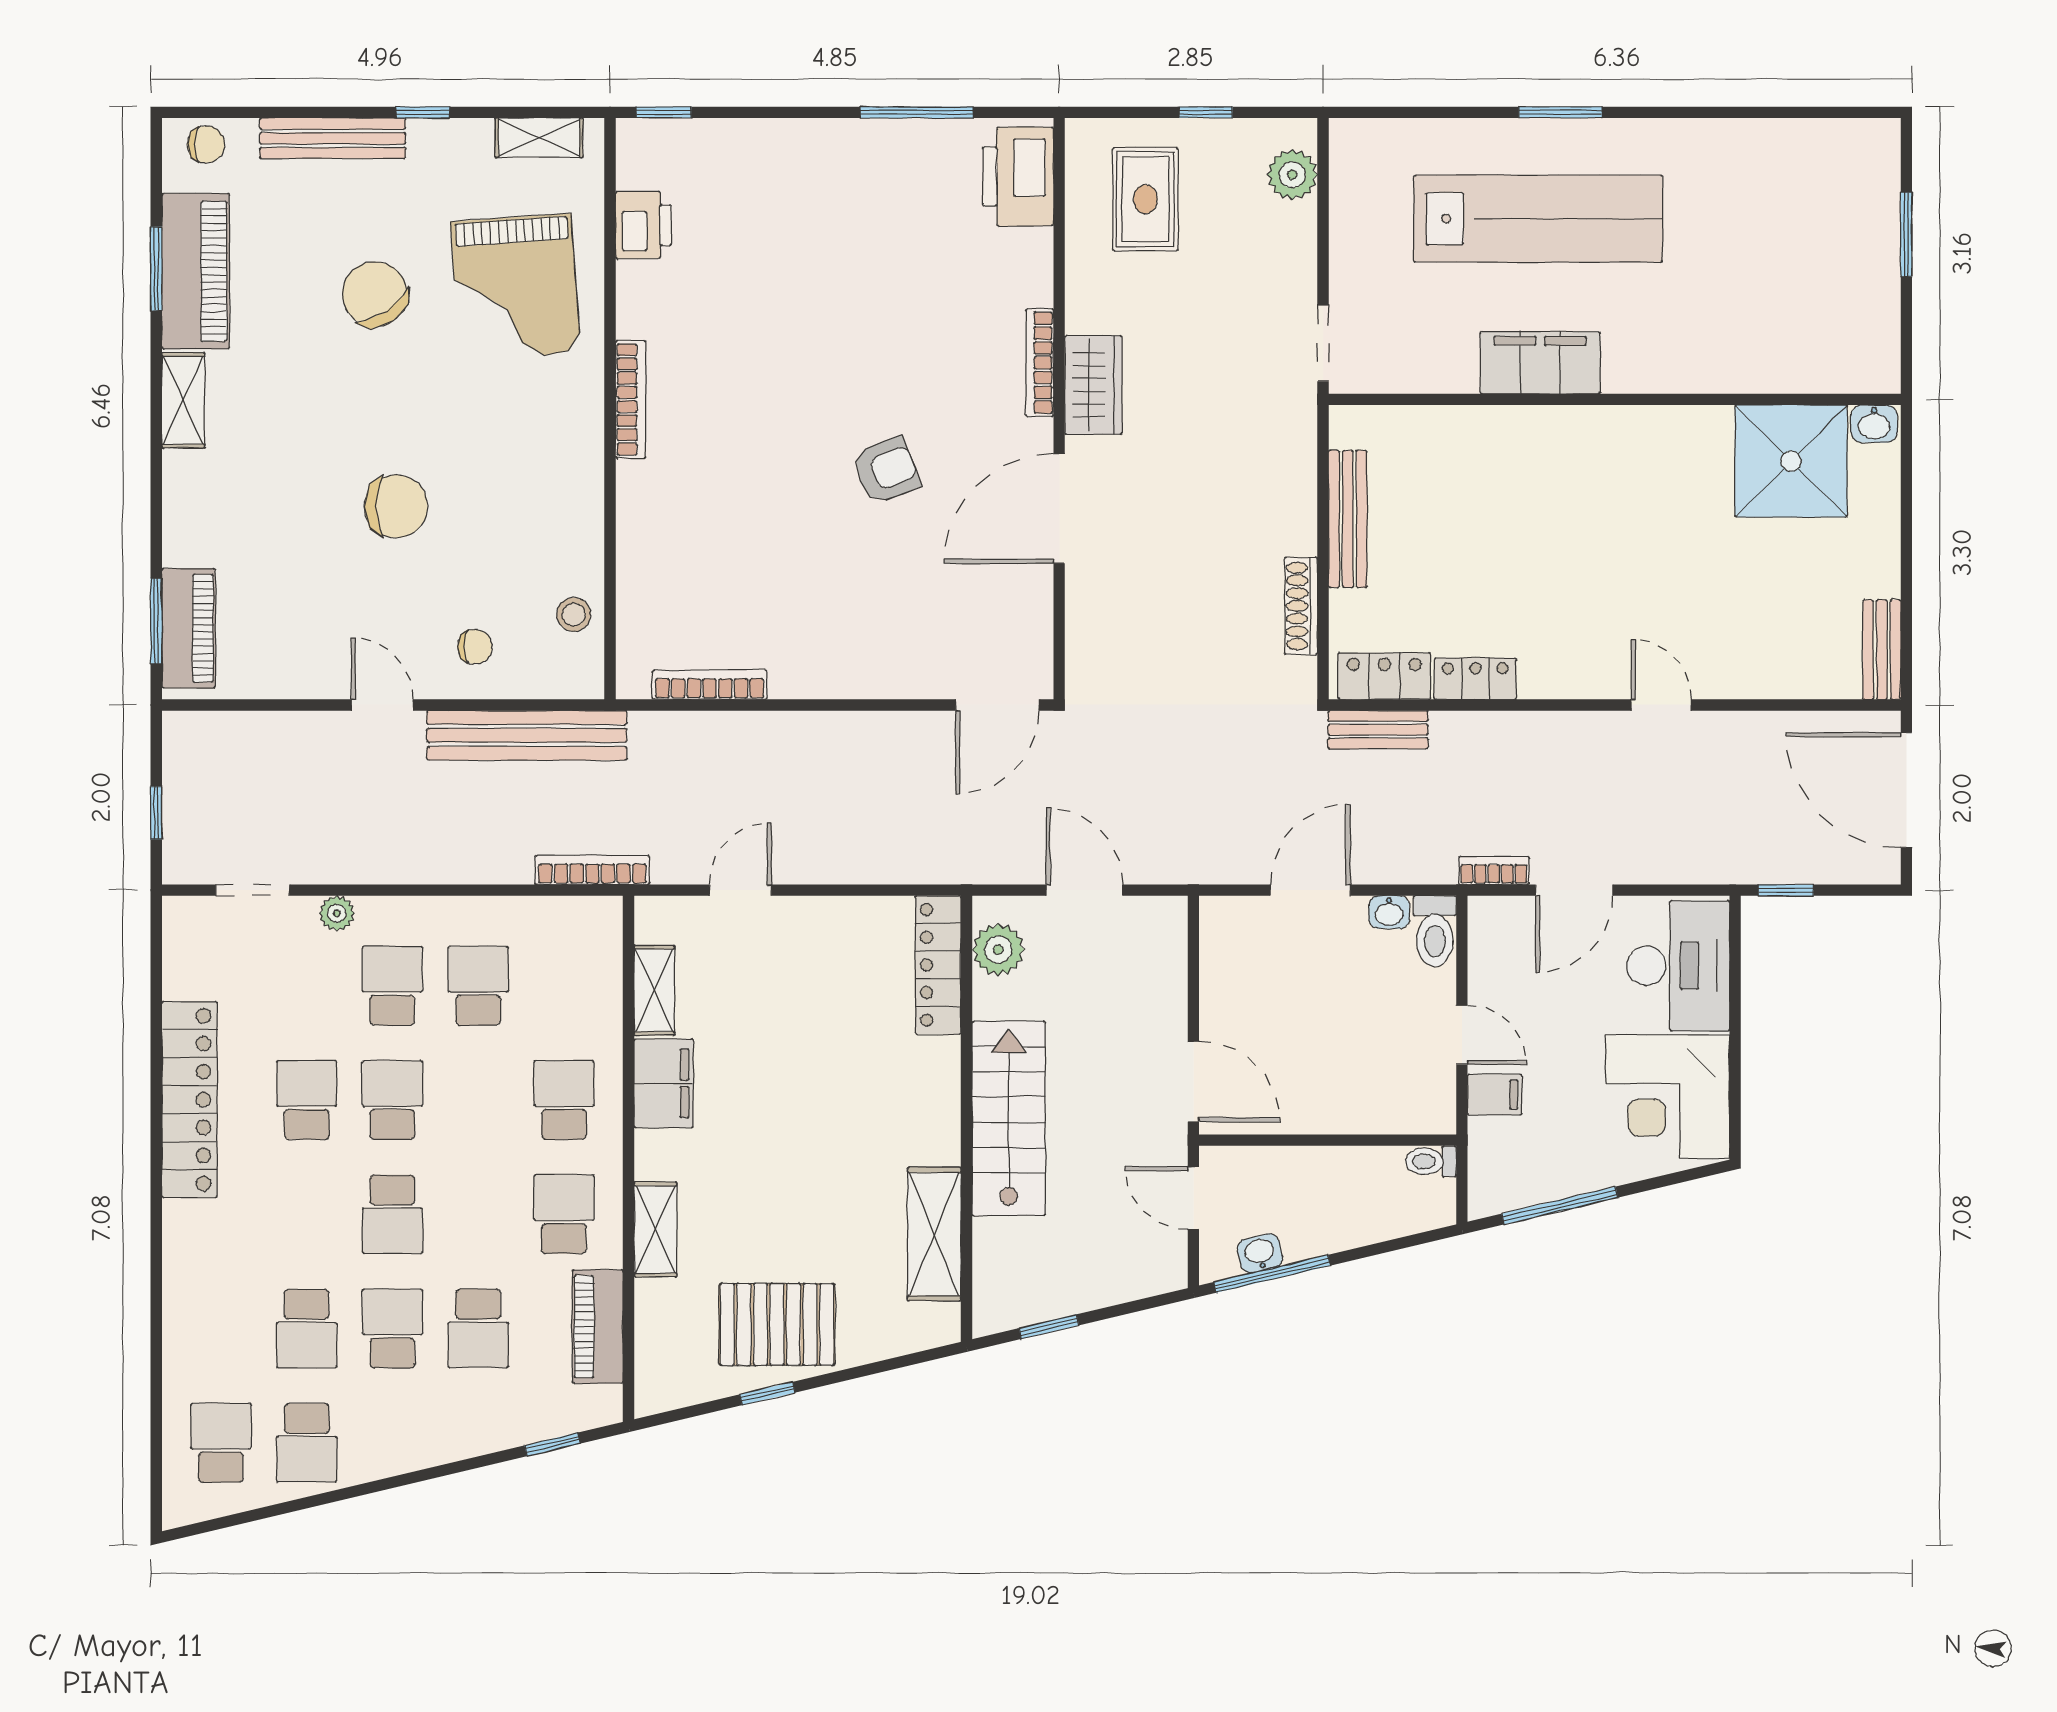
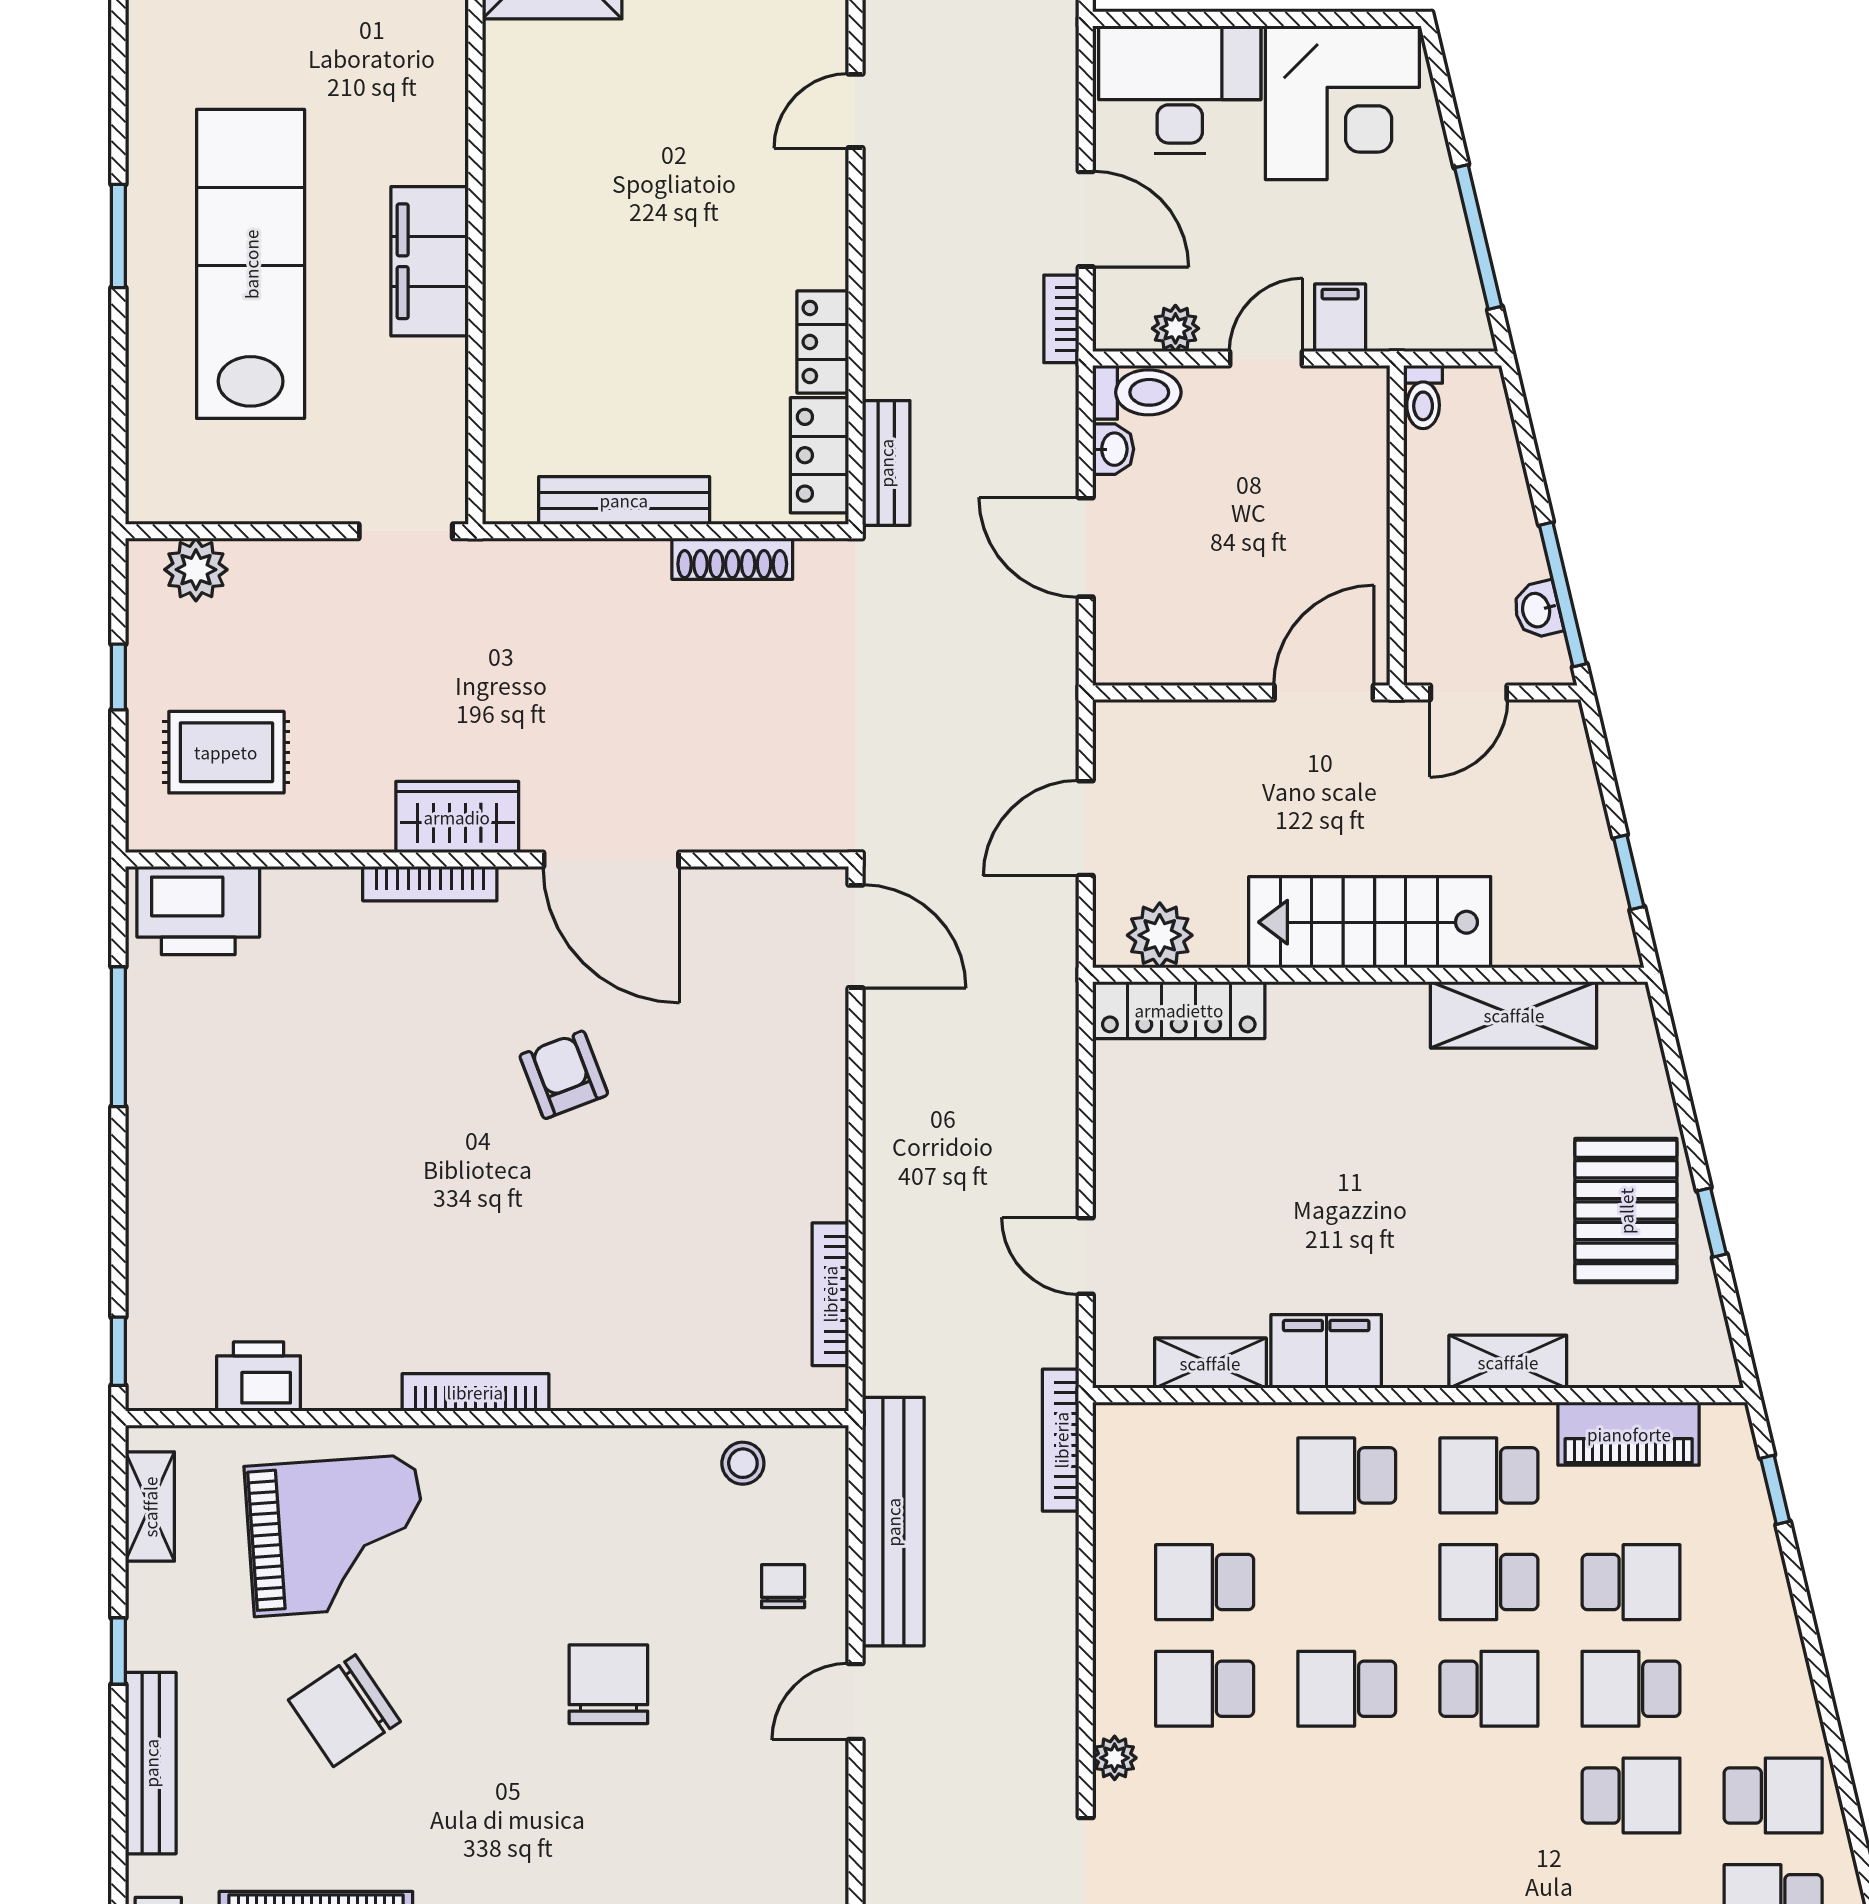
plant: (1486, 962) -> (1175, 328), added
school desk: (307, 1100) -> (1489, 1582), moved

